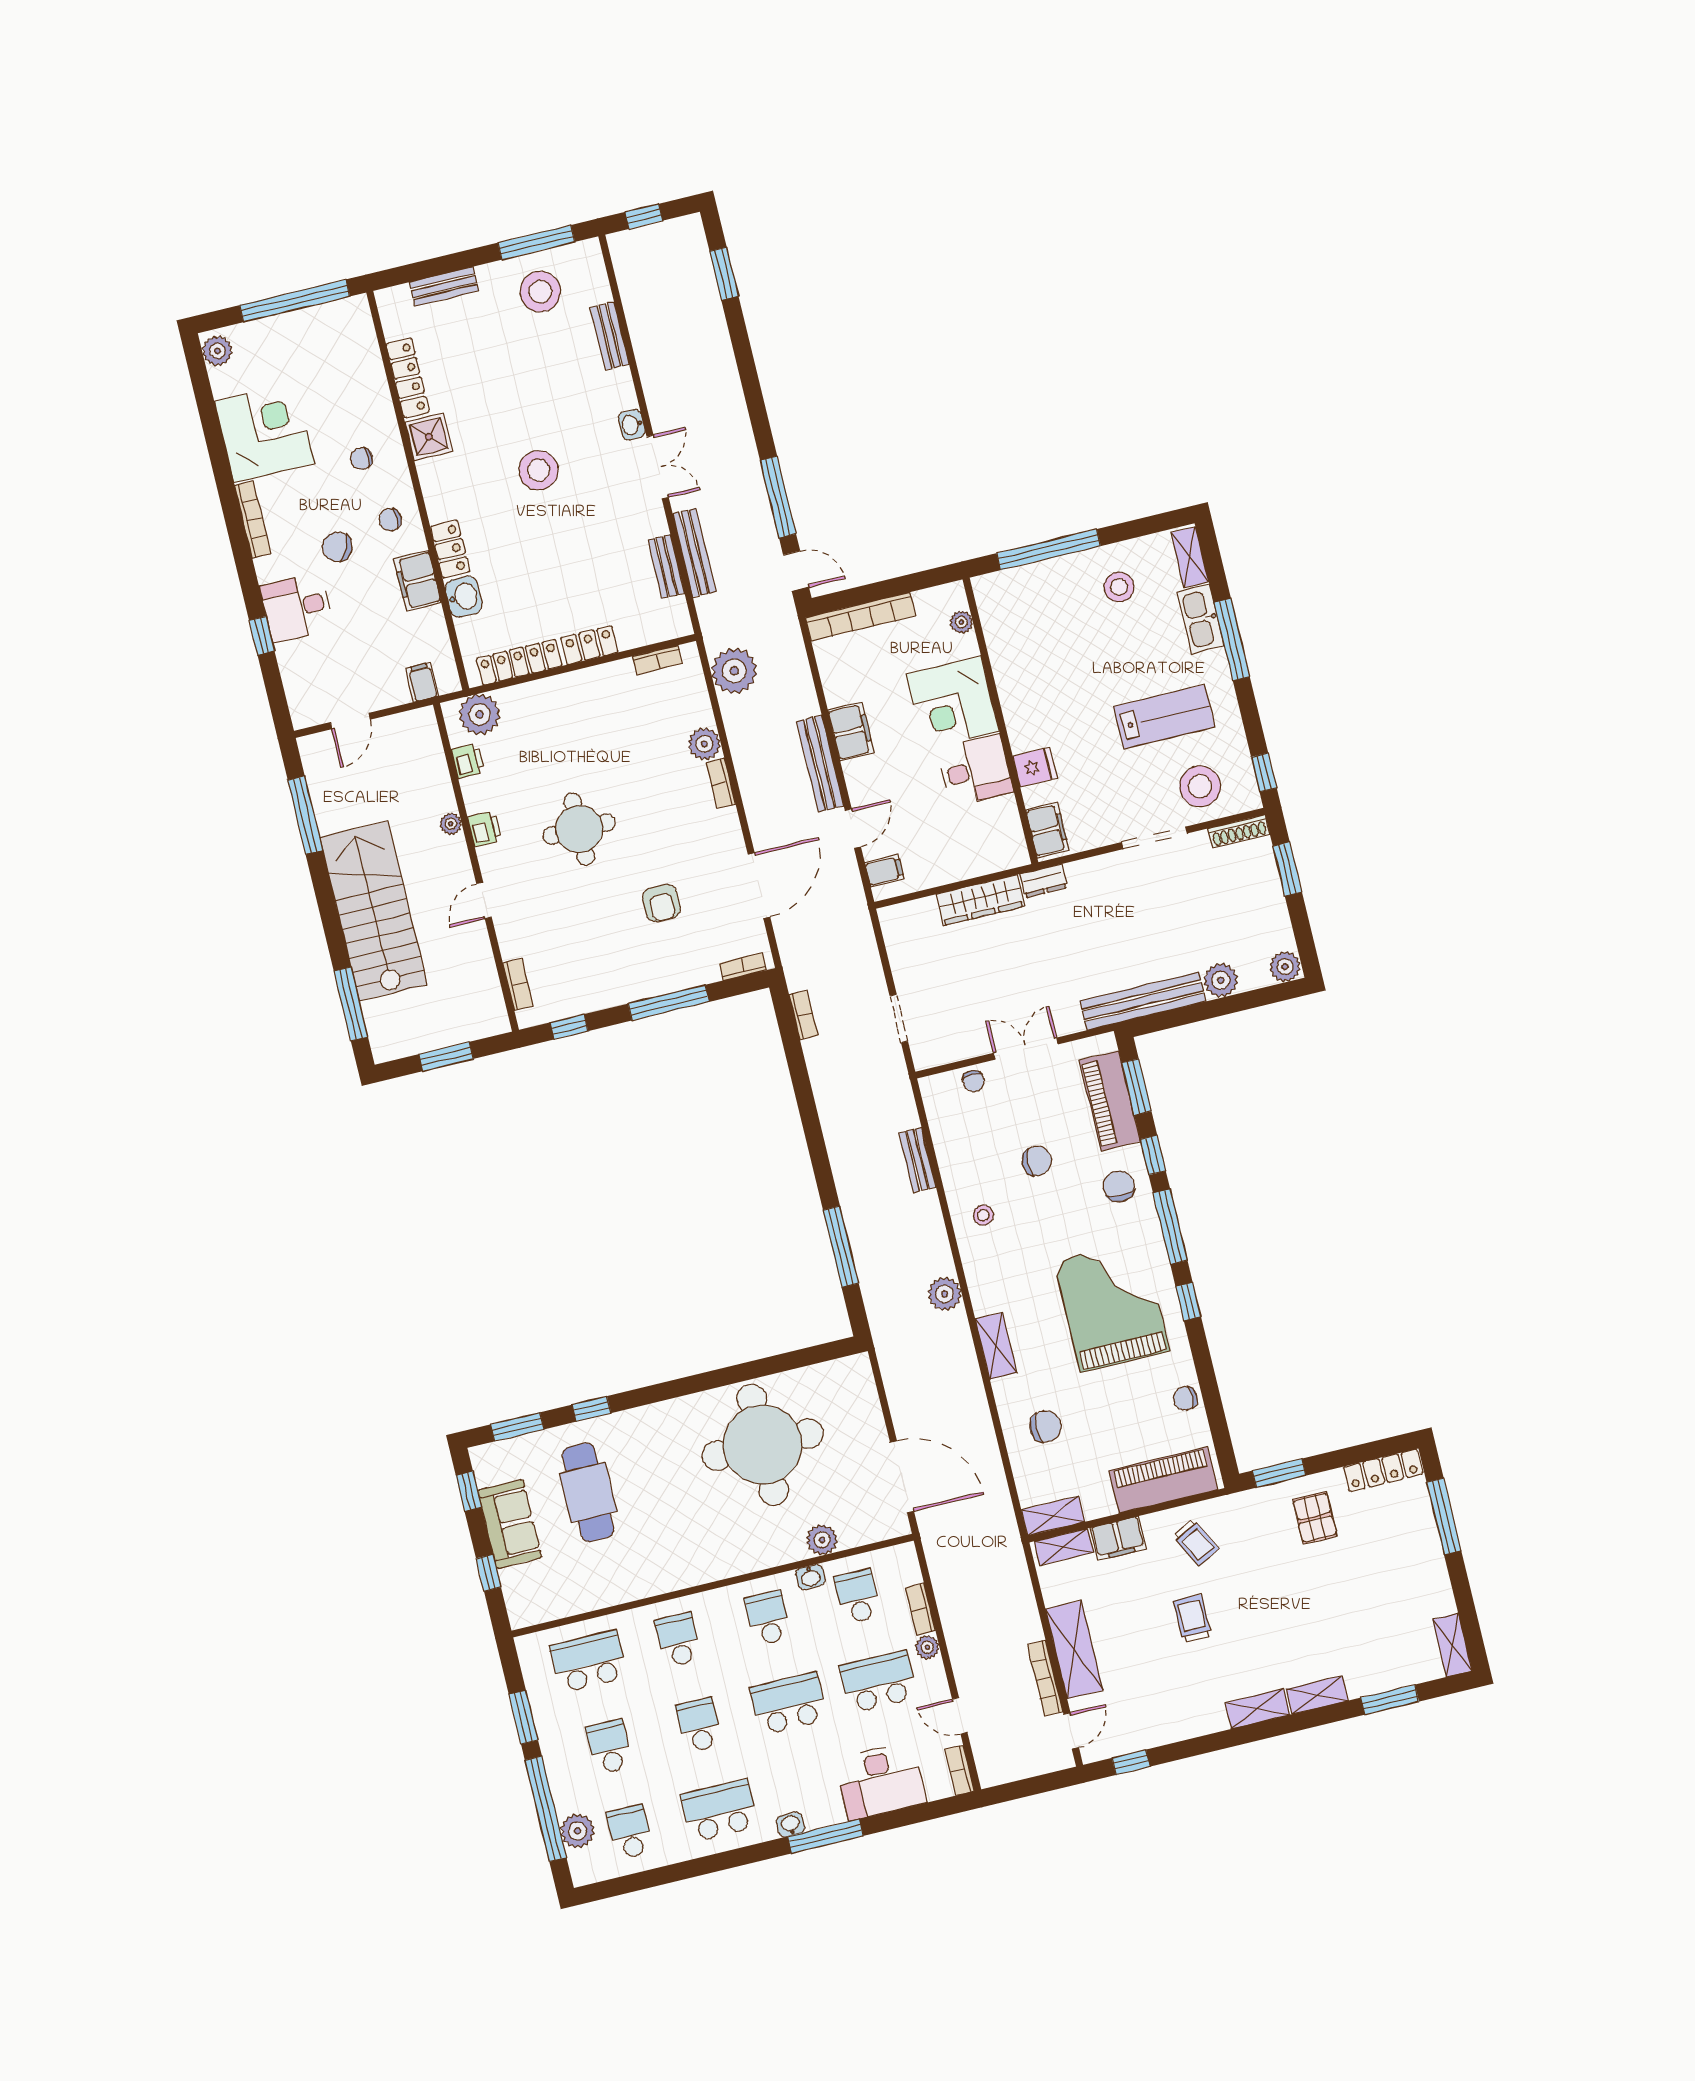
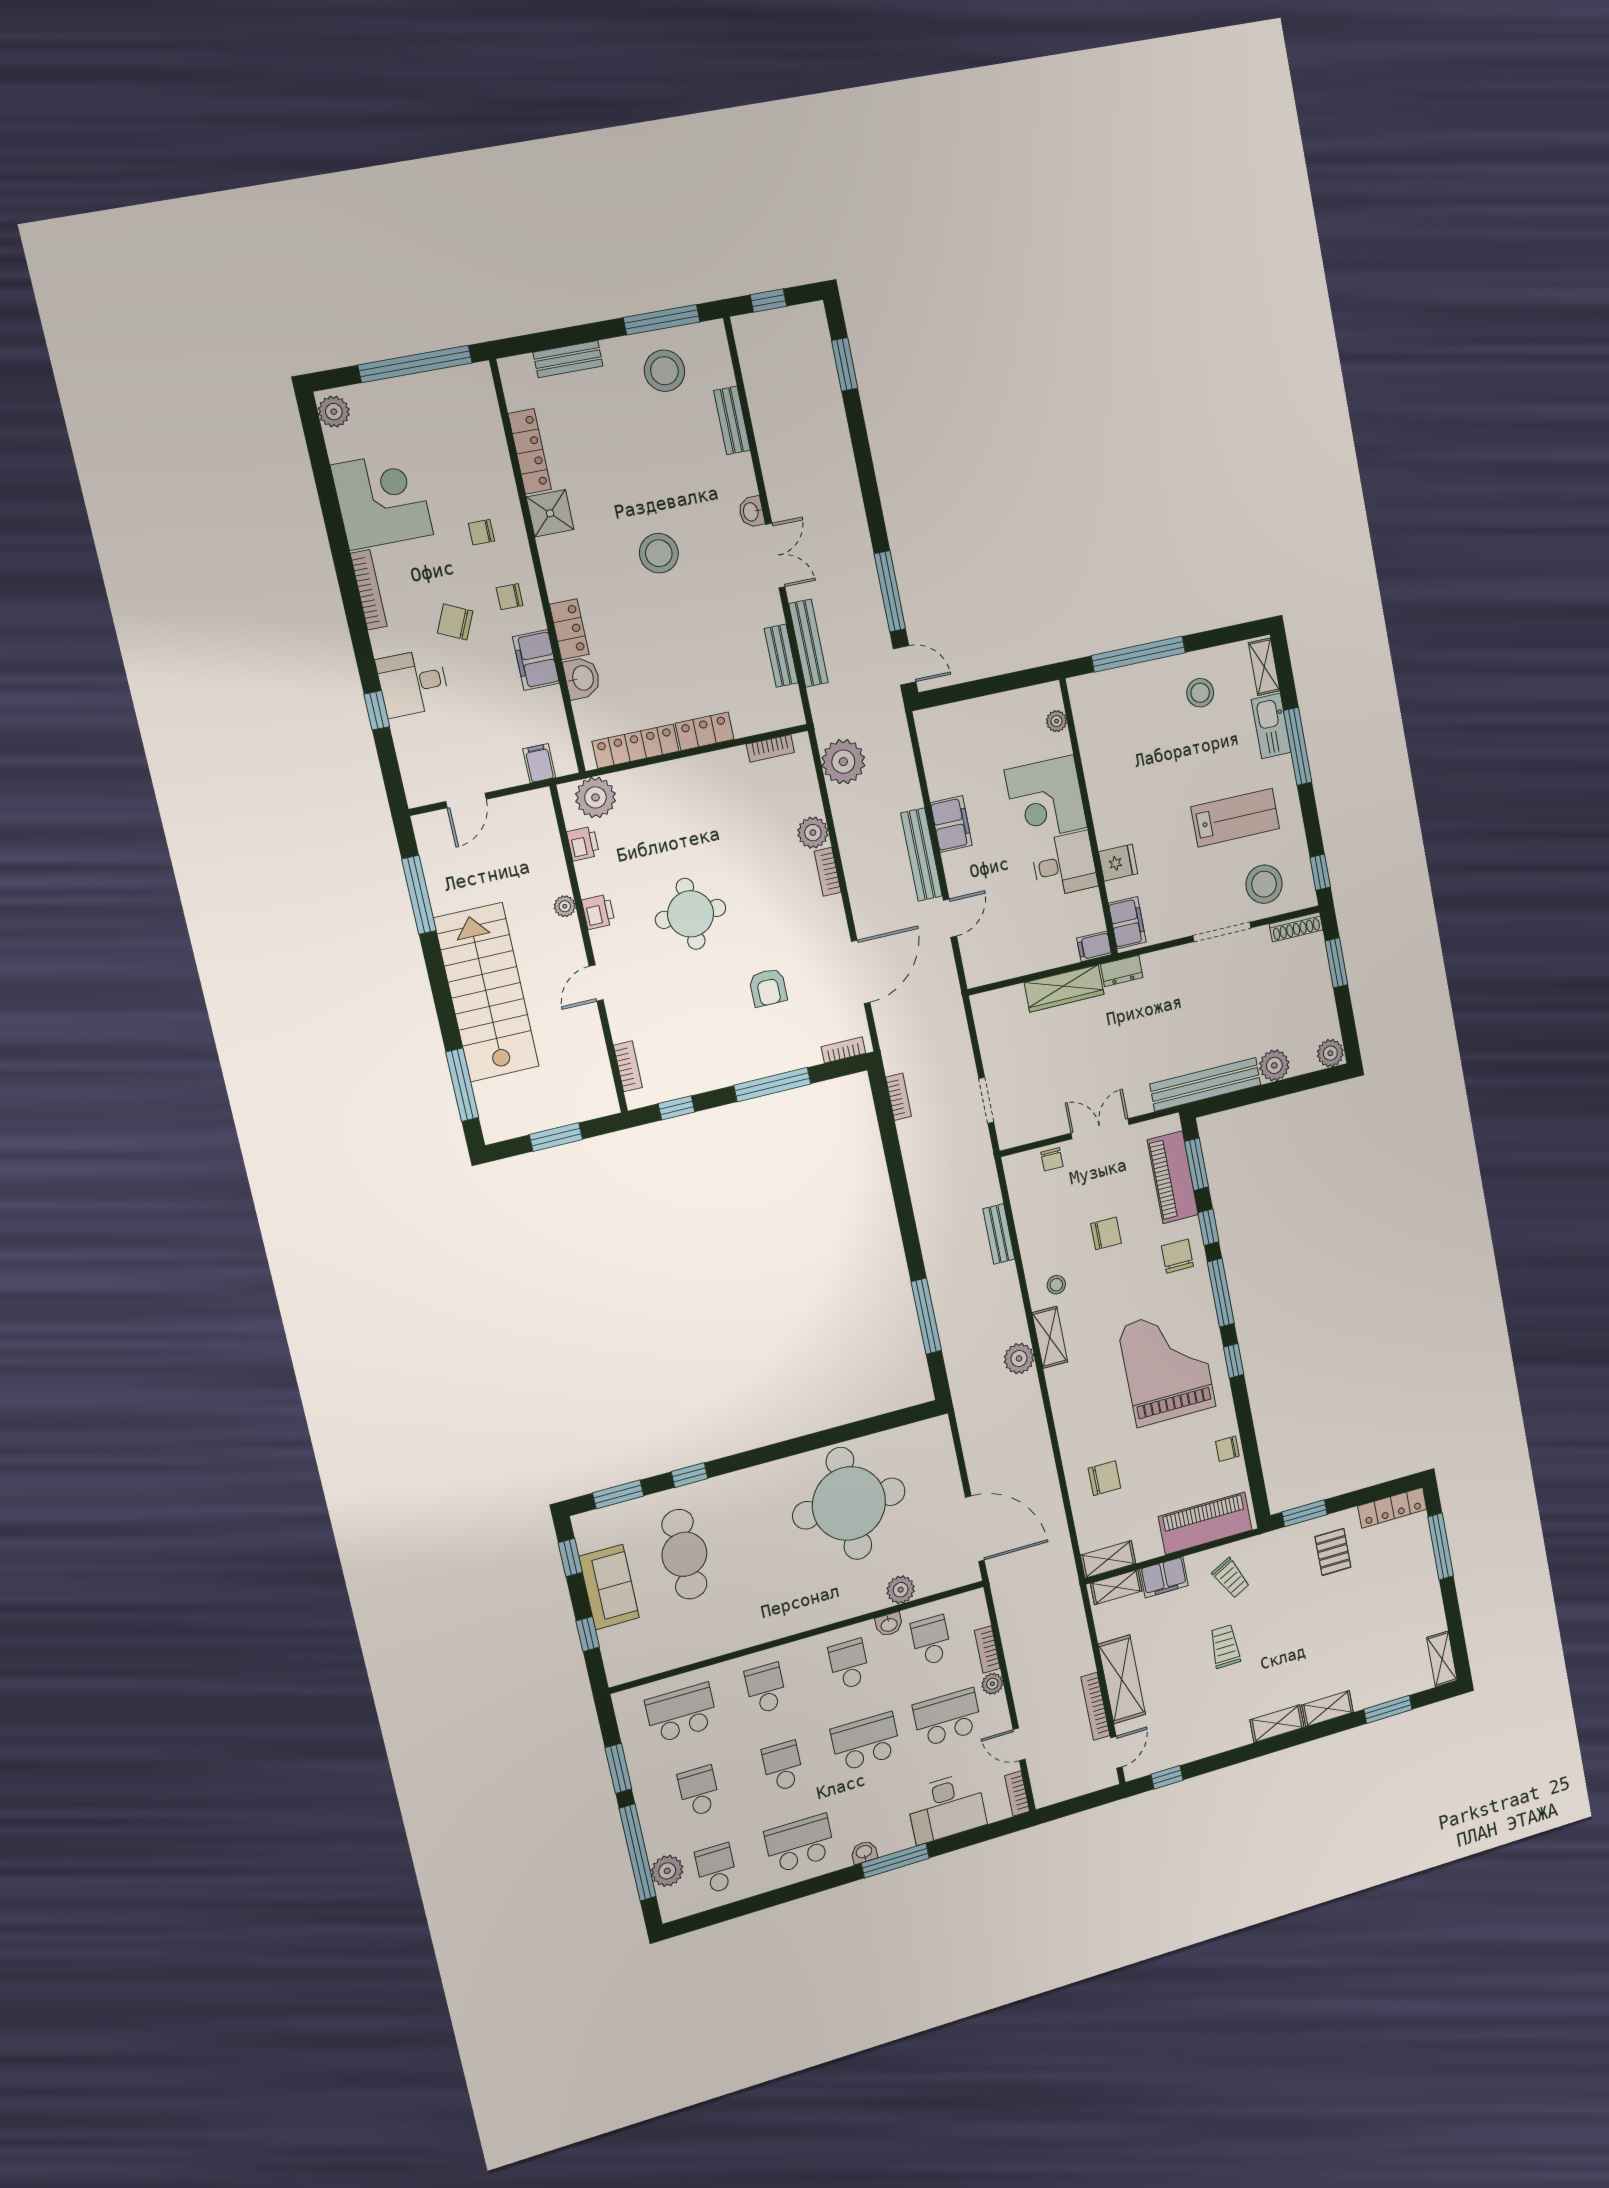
bookcase: (860, 617) -> (964, 712), removed
filing cabinet: (884, 871) -> (1094, 946), moved, turned 180
shelving: (996, 1346) -> (1050, 1337), moved

